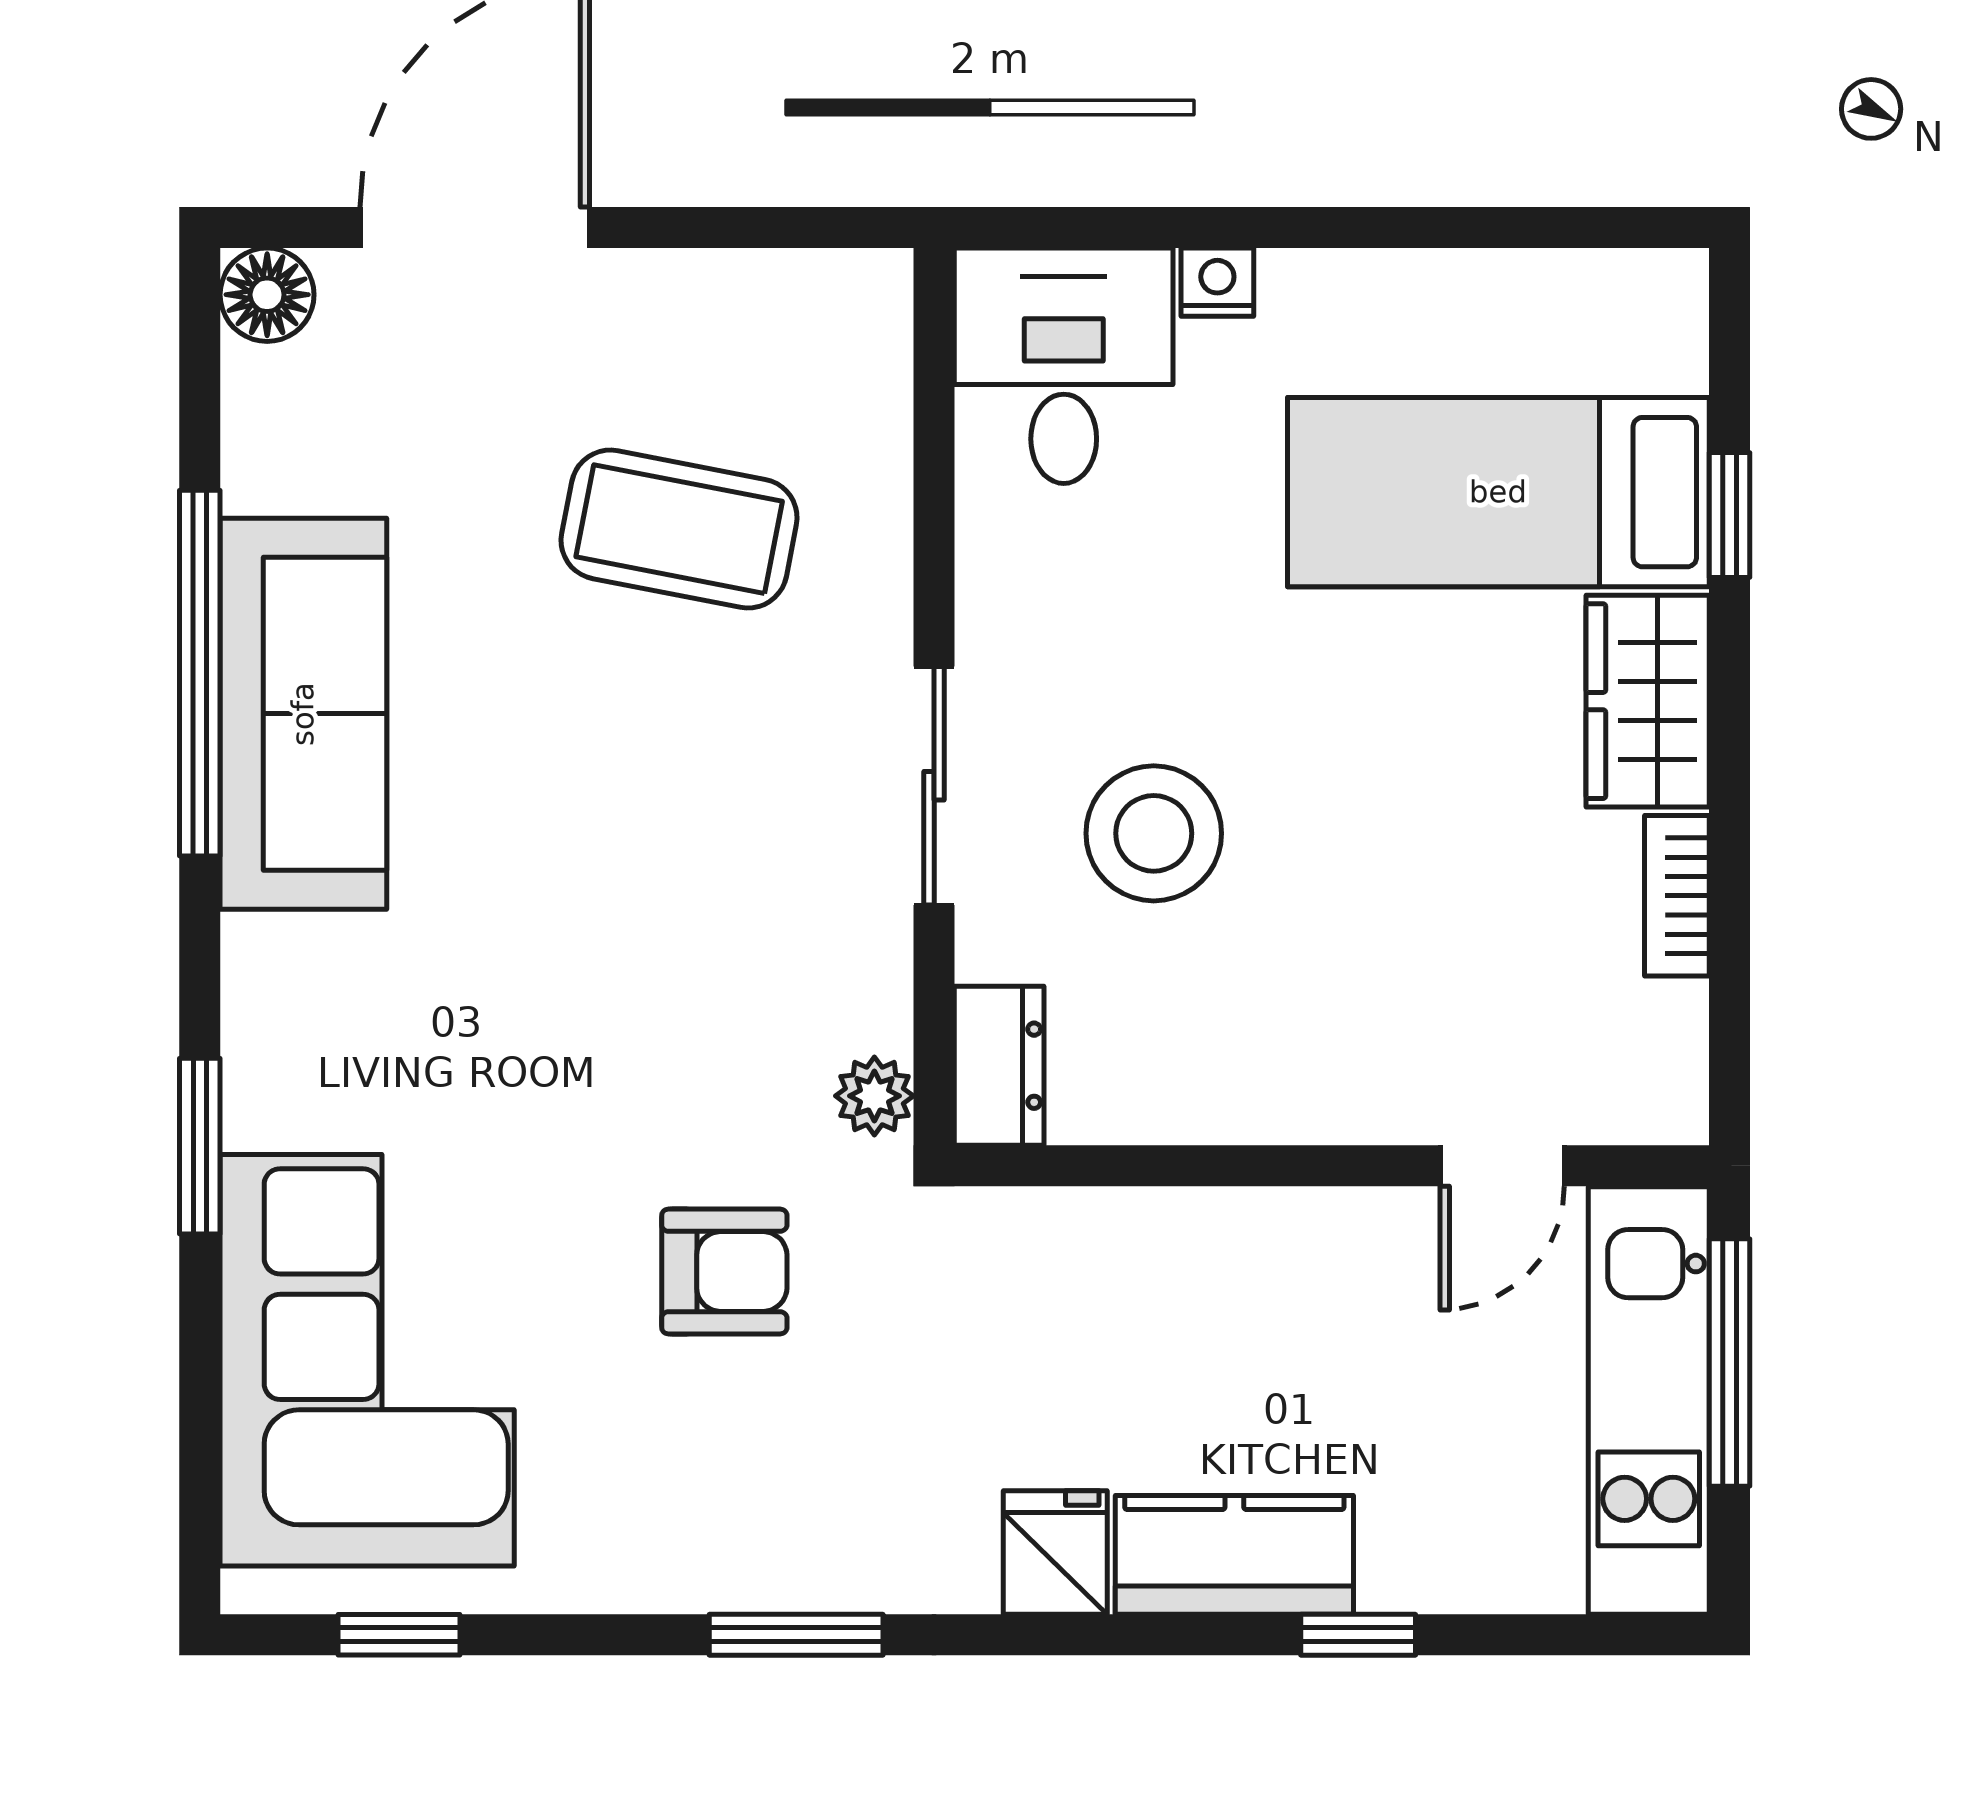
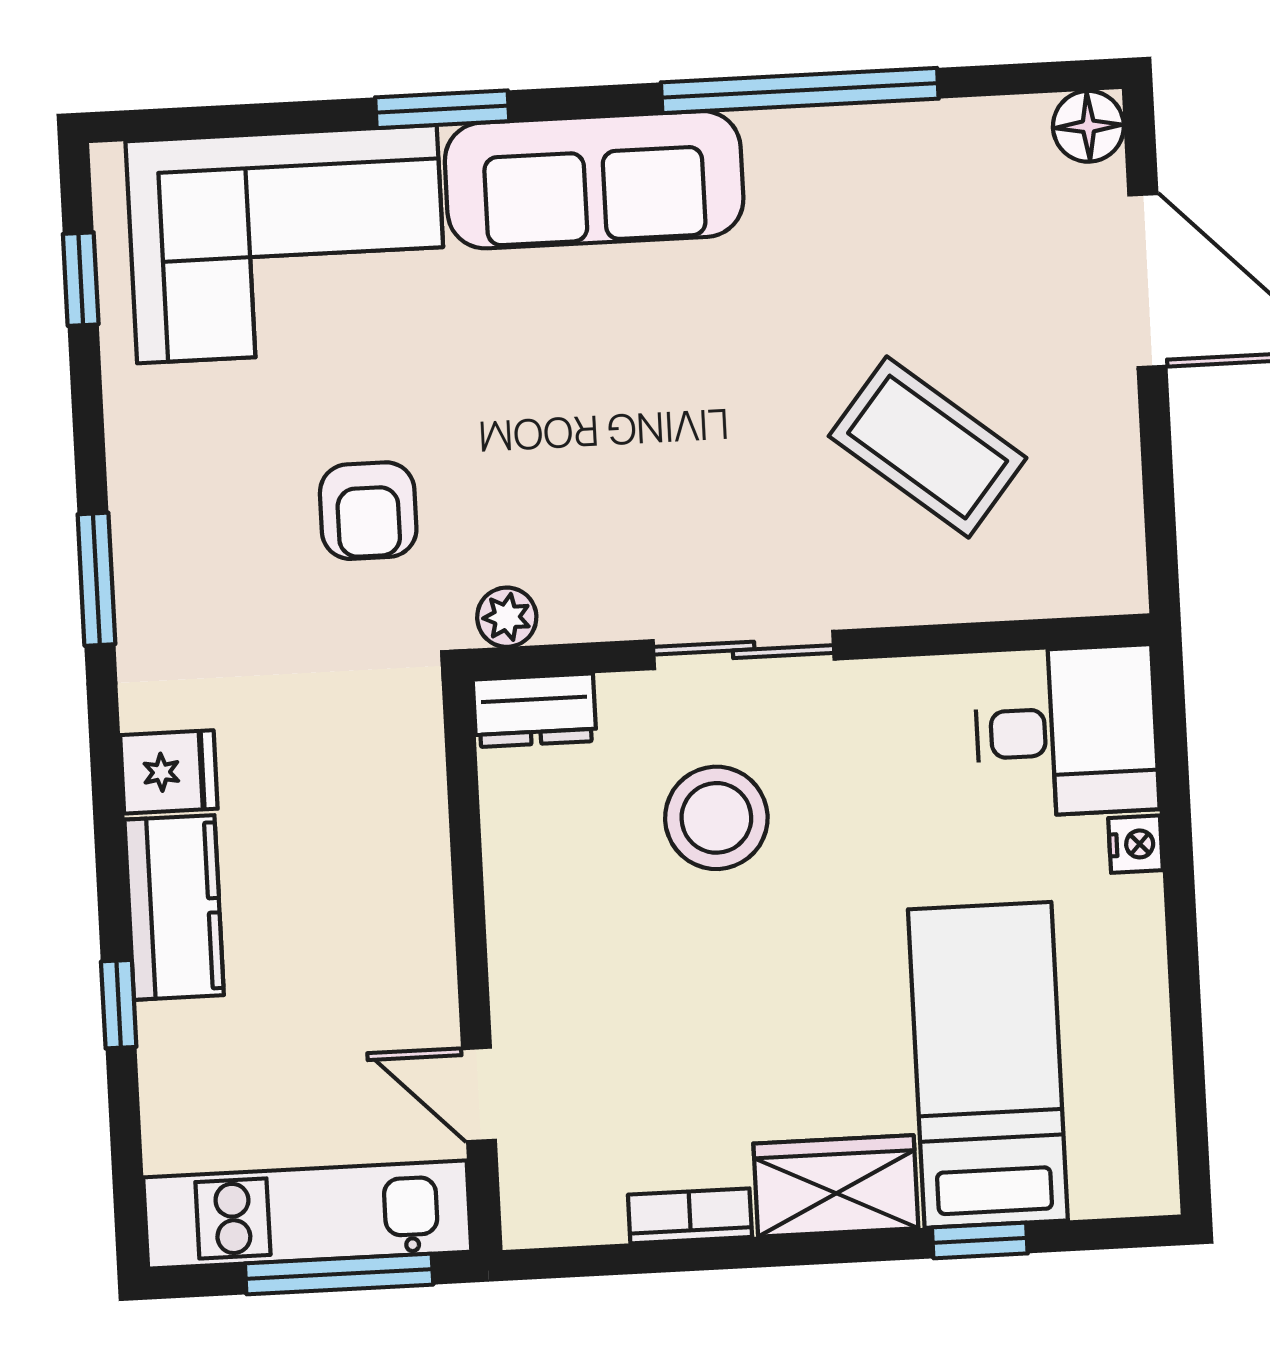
coffee table: (679, 529) -> (928, 447), turned -62
sofa: (303, 714) -> (594, 180), moved

